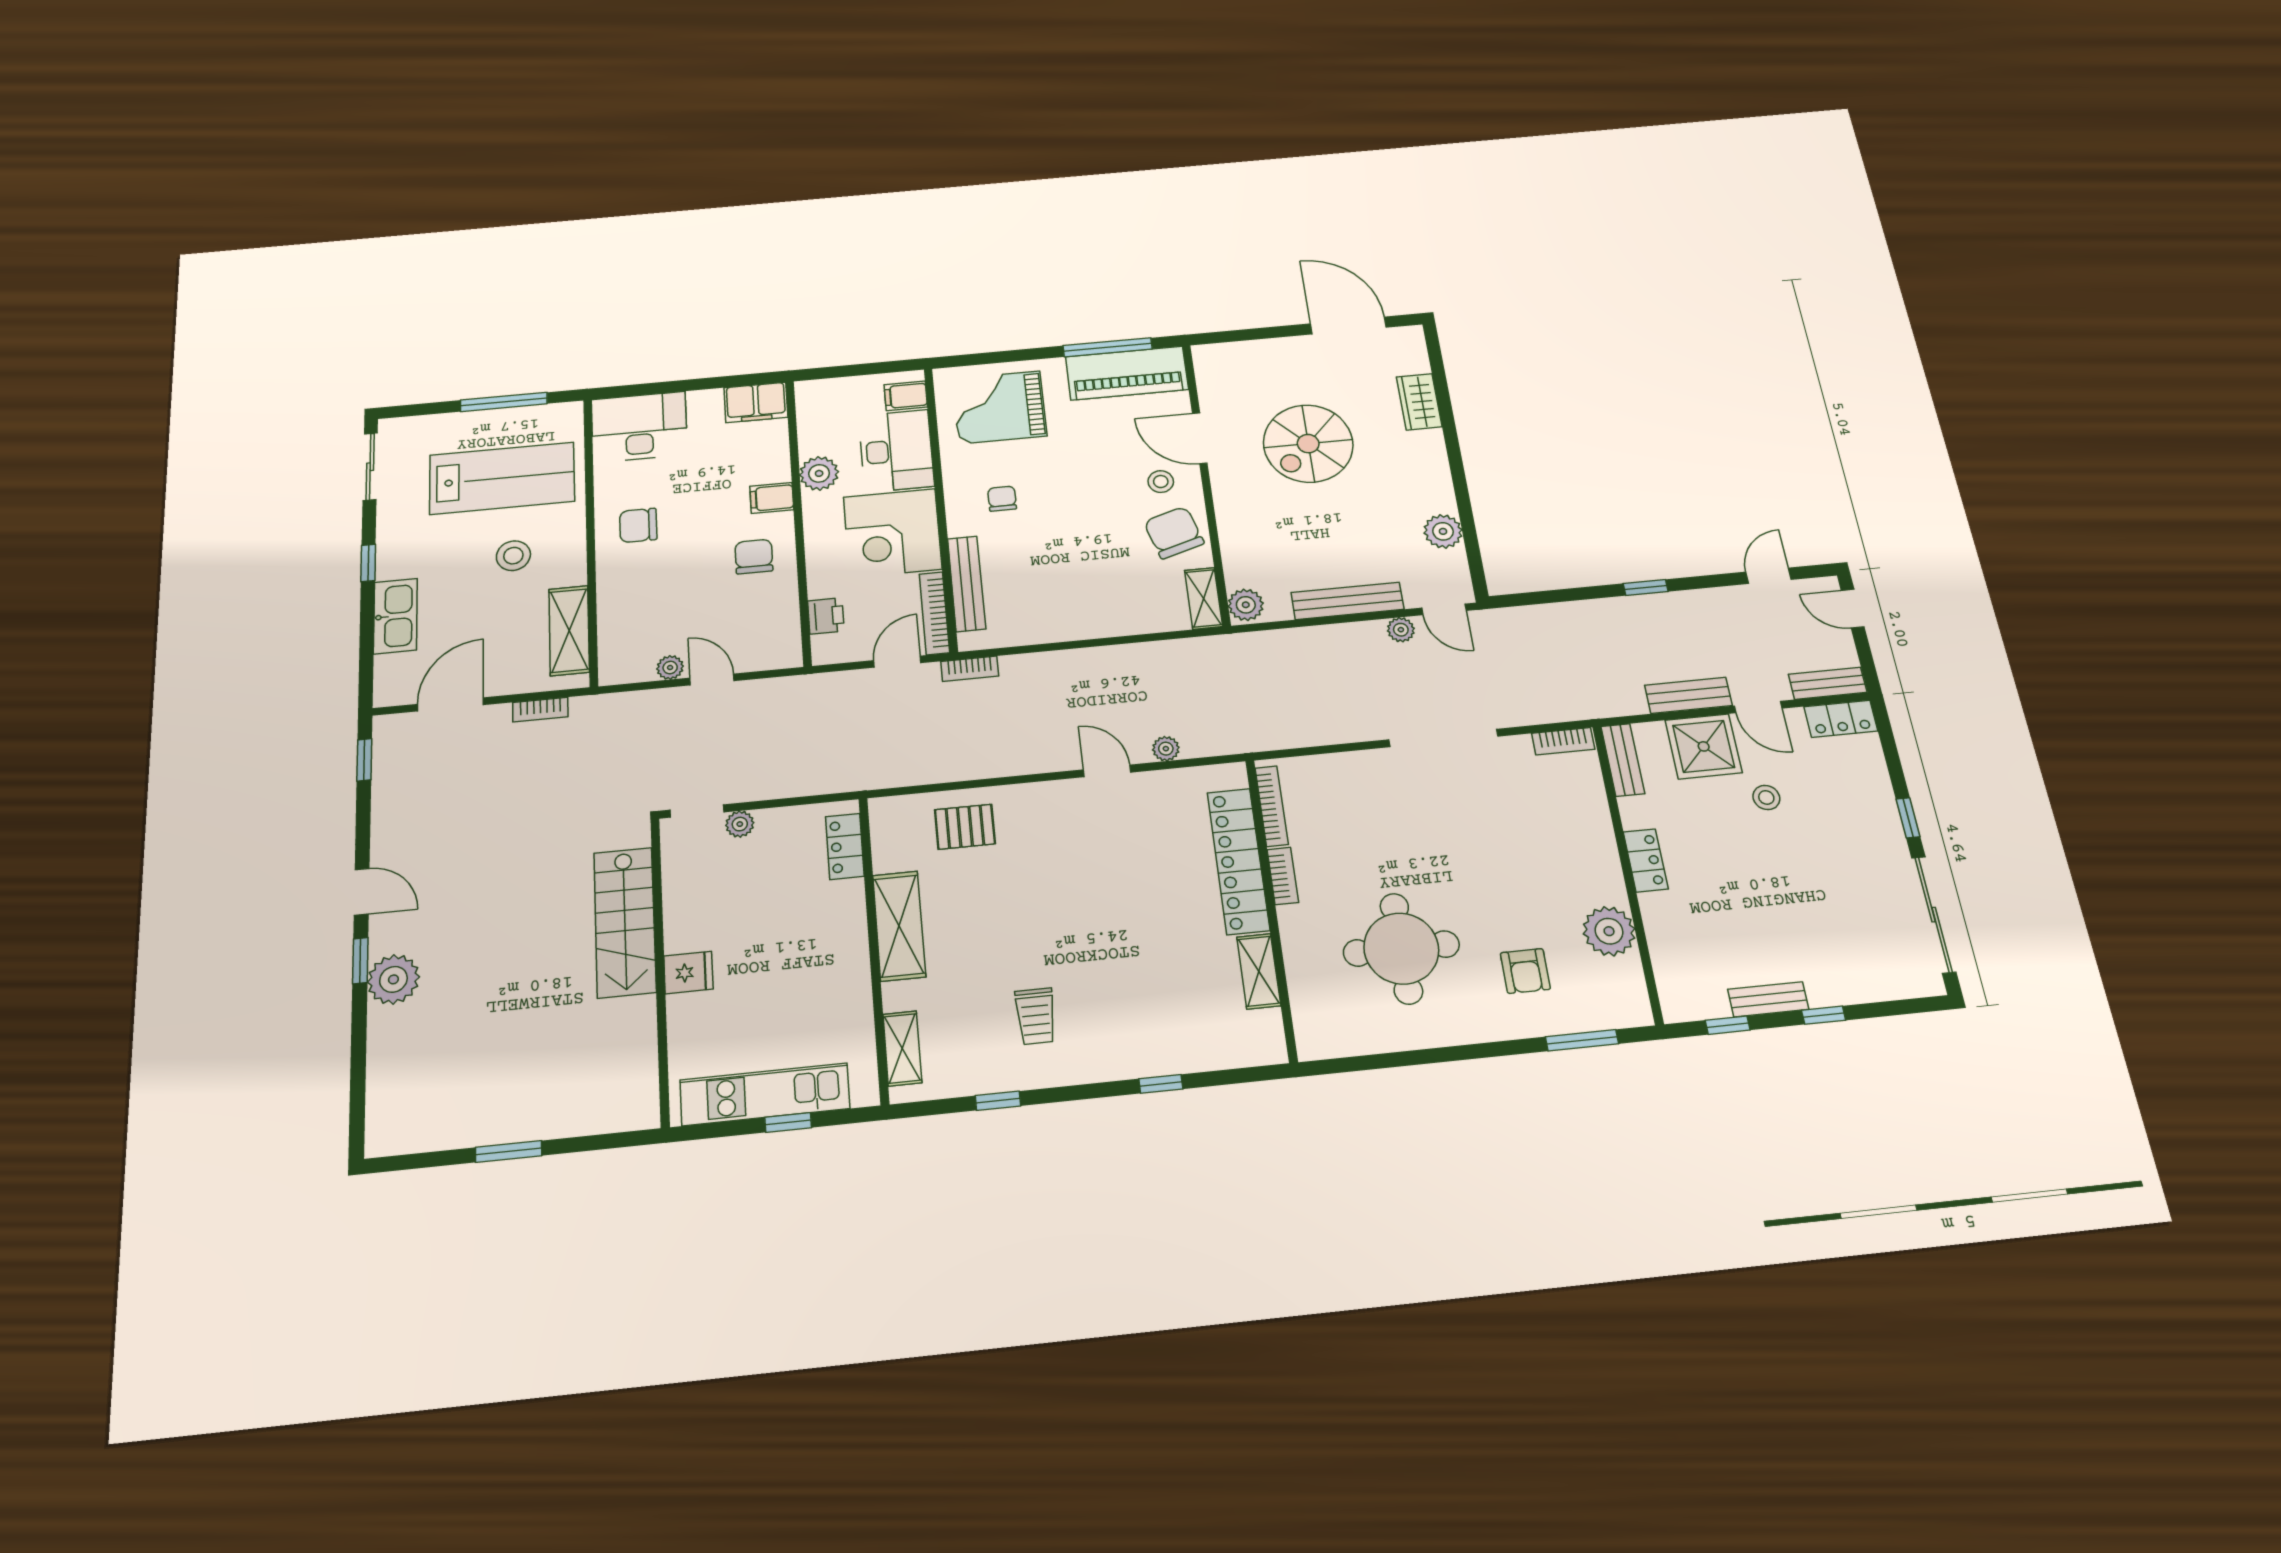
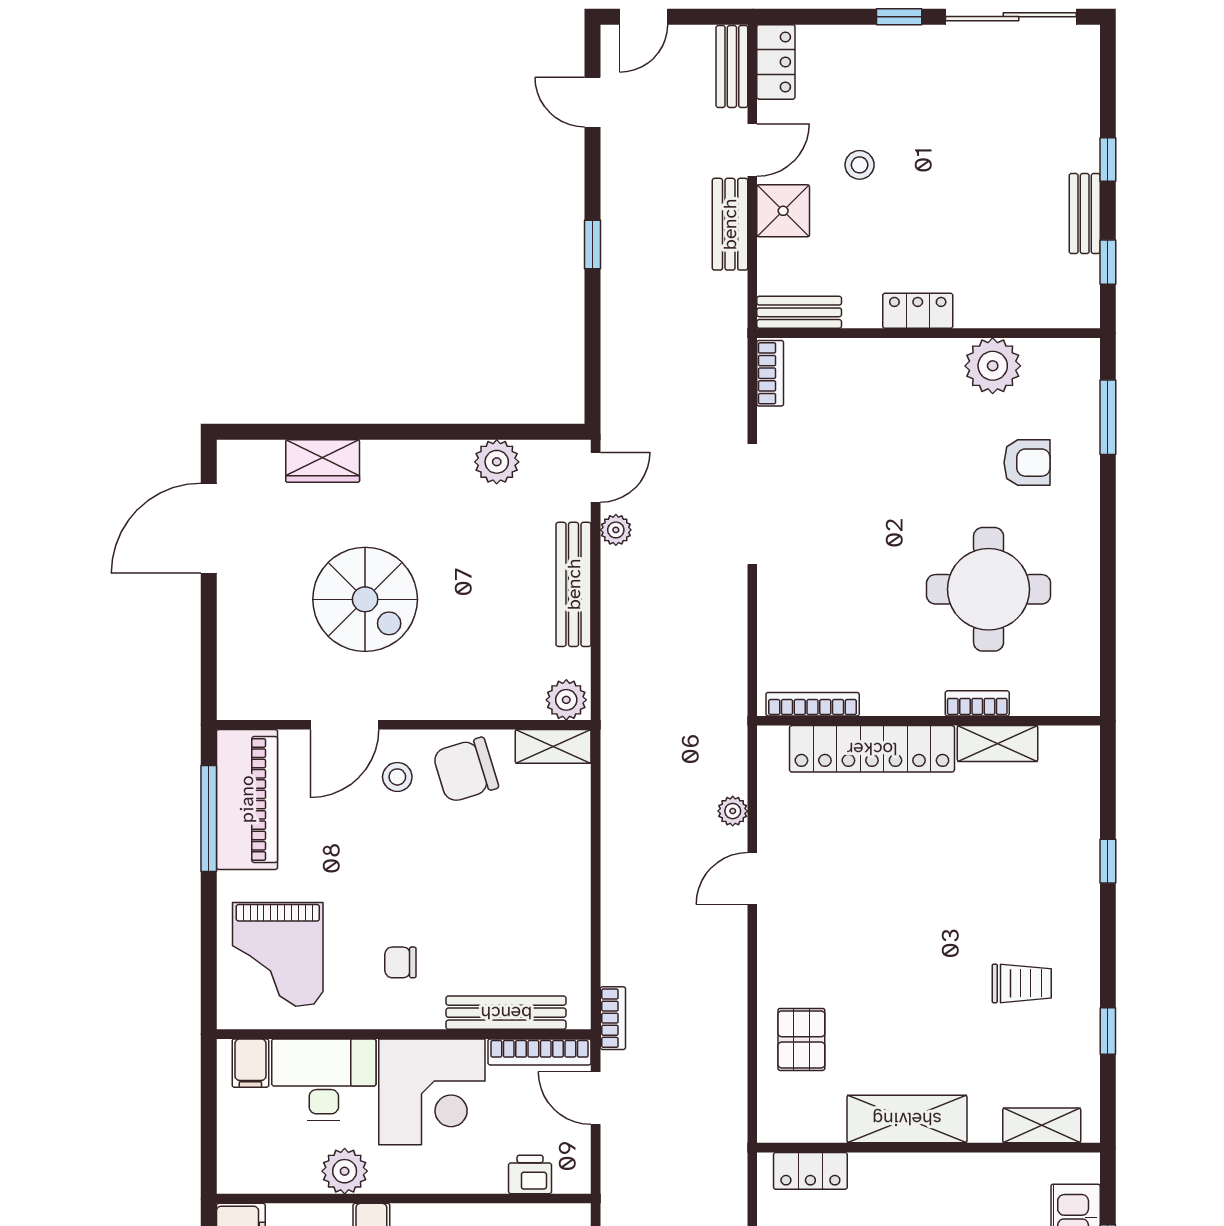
shower: (1704, 746) -> (783, 211), width x0.73, depth x0.73
bookcase: (1283, 876) -> (977, 703), moved

